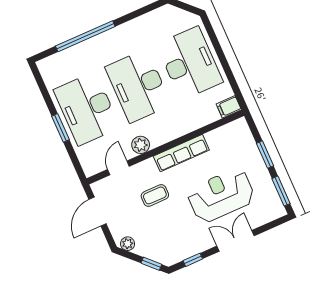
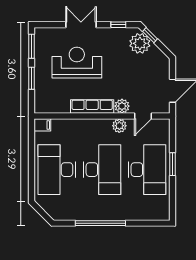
window: (85, 36) -> (100, 223), moved
plant: (147, 169) -> (122, 106), added
coffee table: (155, 195) -> (125, 84), removed
reception desk: (221, 195) -> (77, 63), turned 180
double door: (236, 241) -> (81, 25), swing flipped
plant: (128, 244) -> (140, 43), moved, width x1.87, depth x1.87

